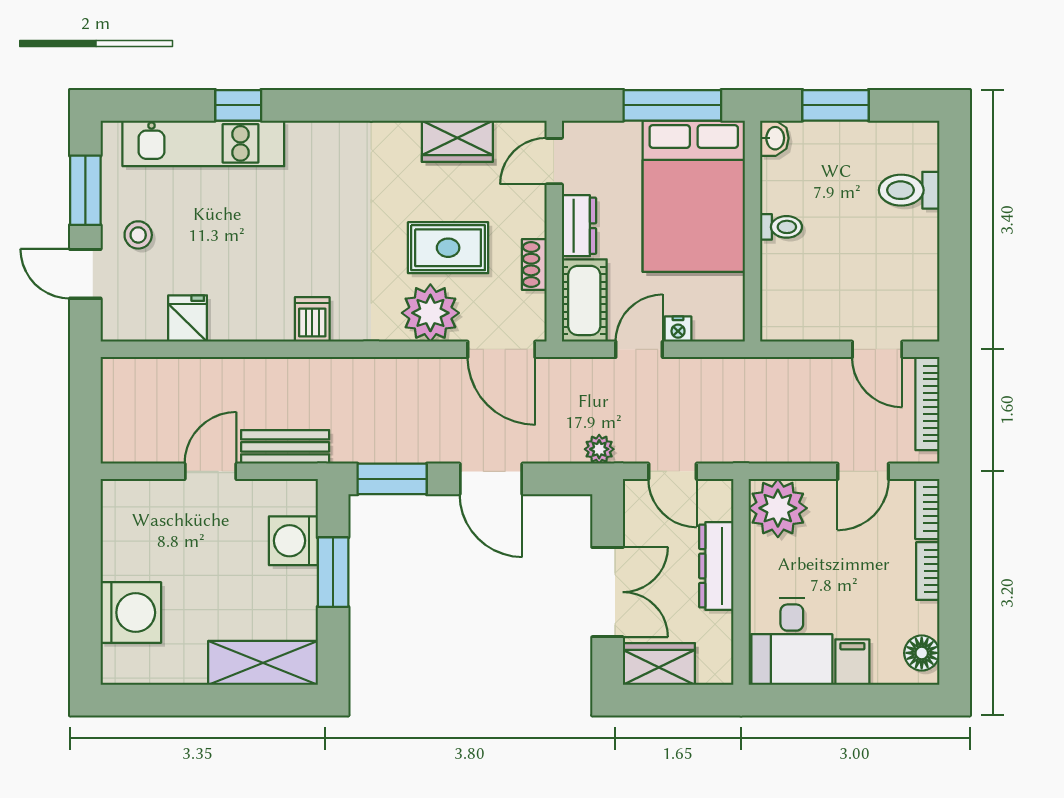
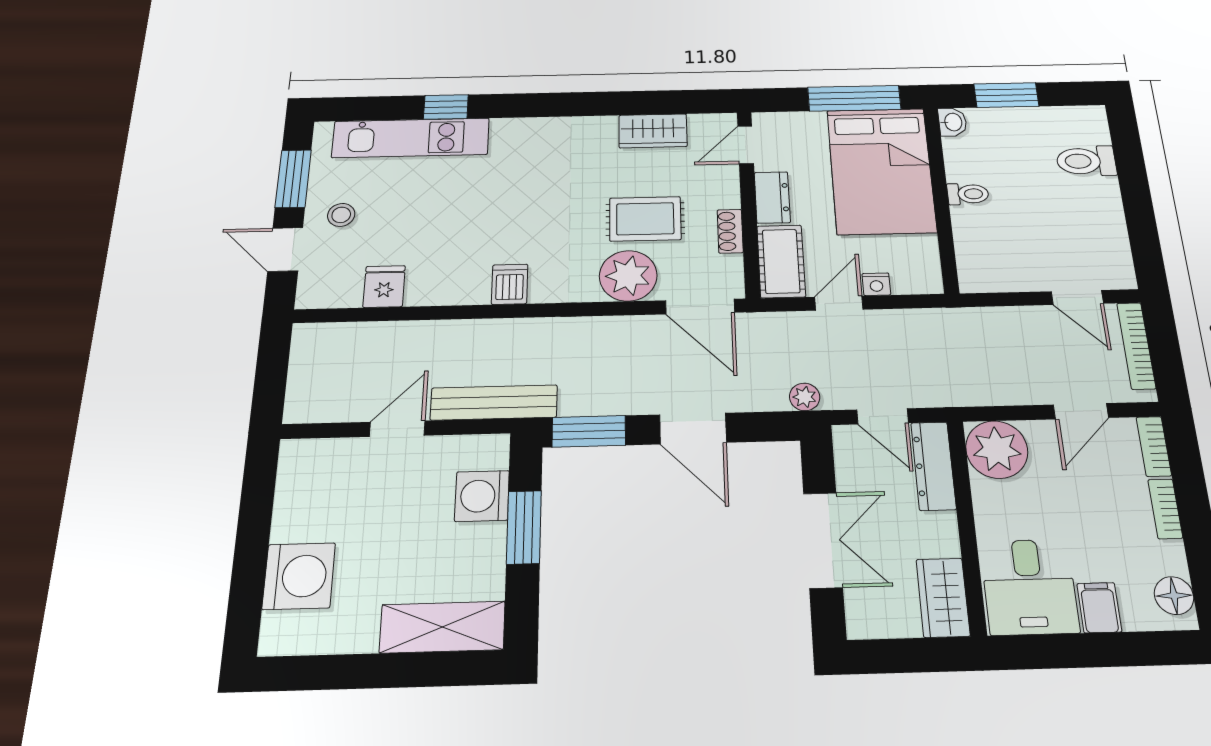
bench: (285, 447) -> (494, 403), width x1.36
dresser: (716, 566) -> (933, 466), moved
wardrobe: (659, 664) -> (943, 598), moved, turned -90

